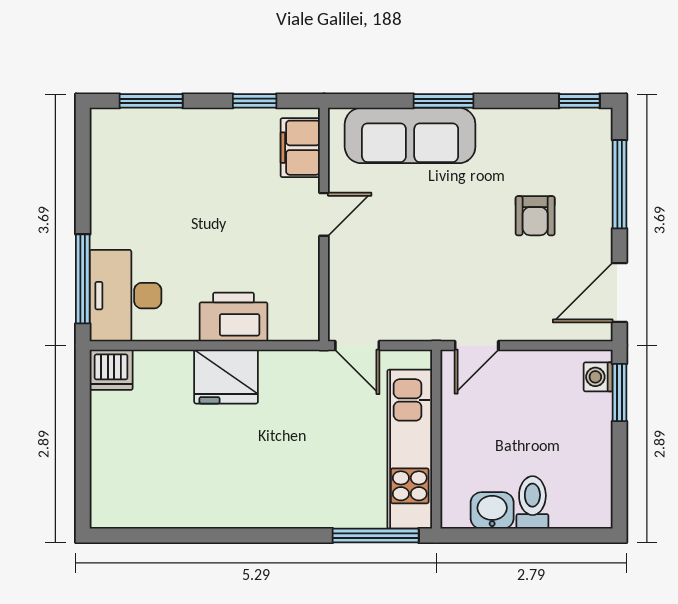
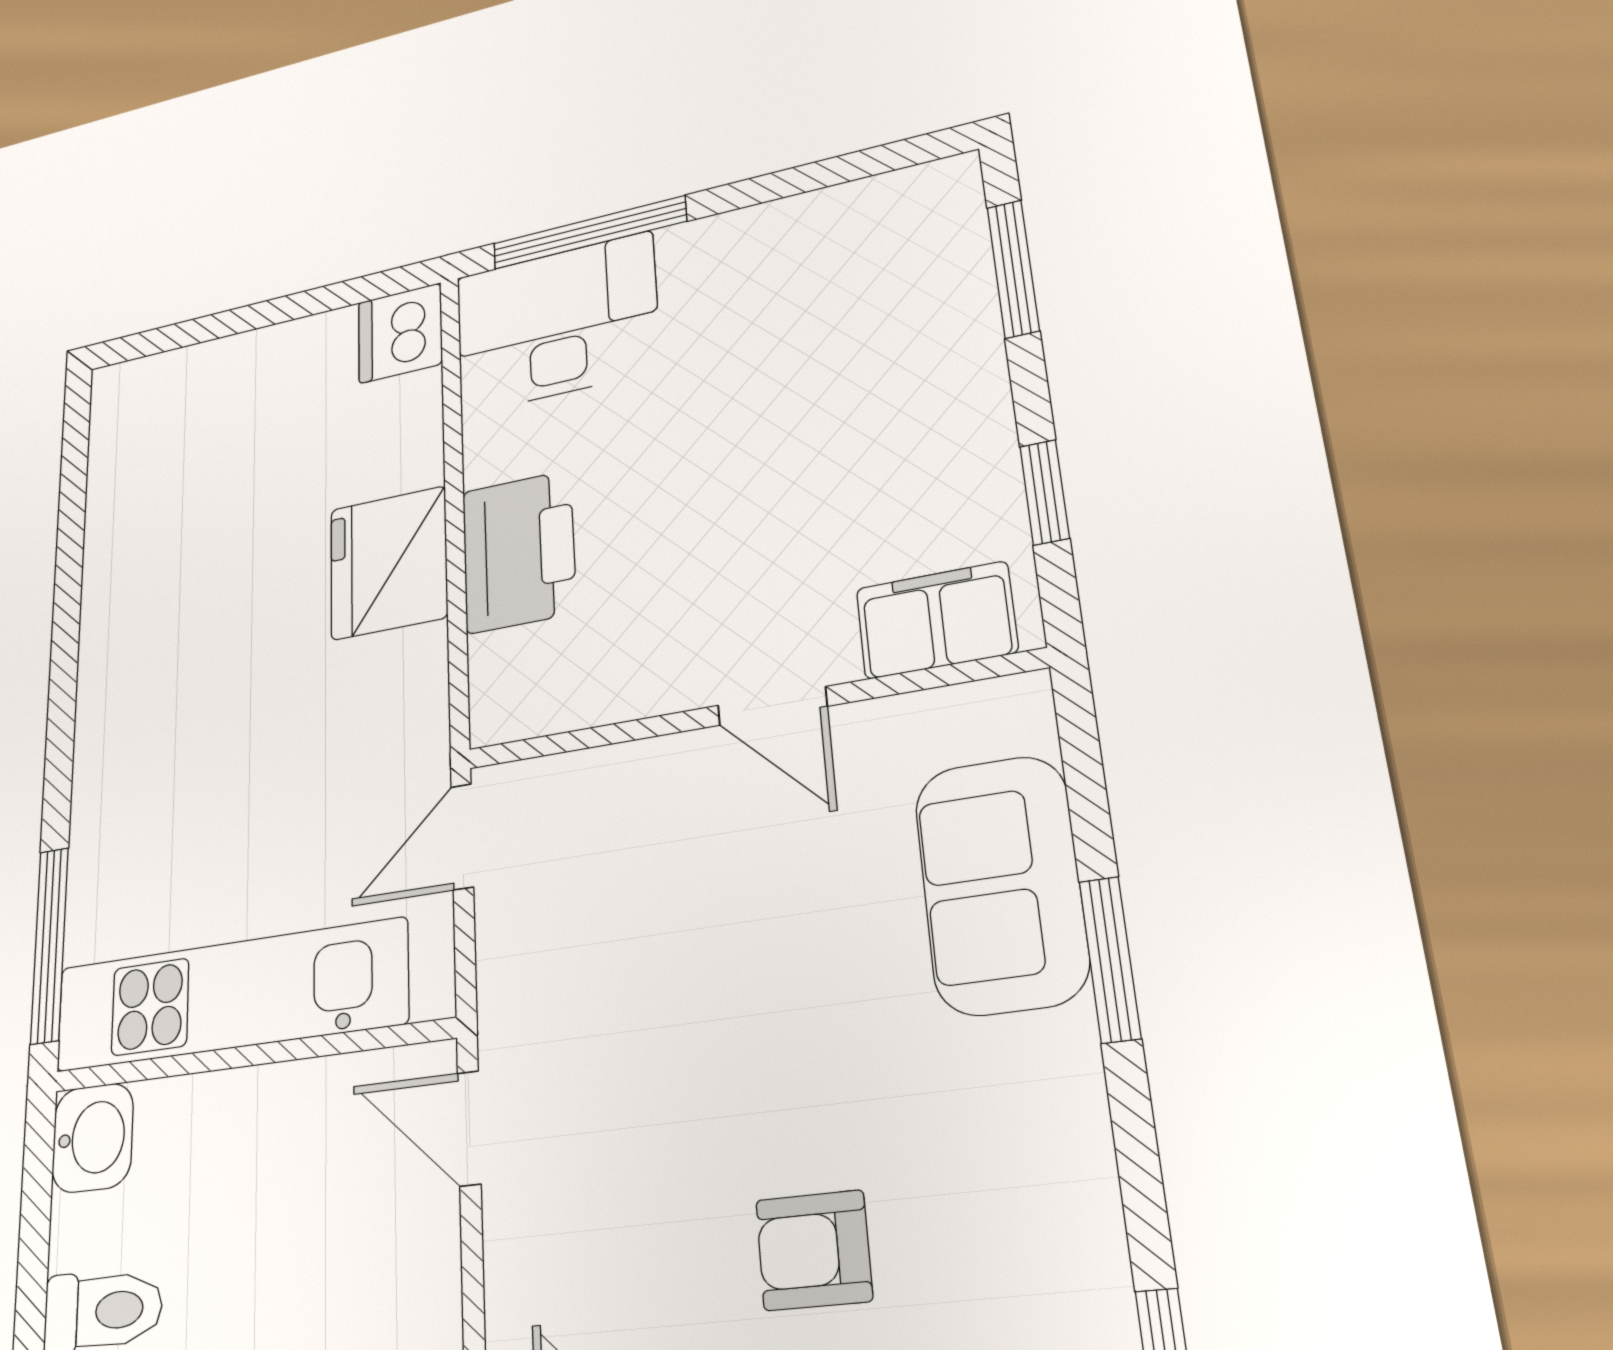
sofa: (410, 135) -> (1001, 884), width x0.73
washbasin: (492, 510) -> (93, 1138), moved

